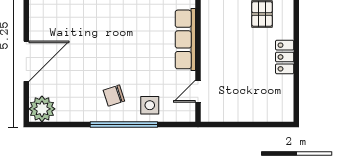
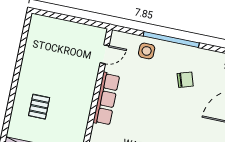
locker: (285, 57) -> (28, 68), removed
chair: (114, 96) -> (185, 80), moved

